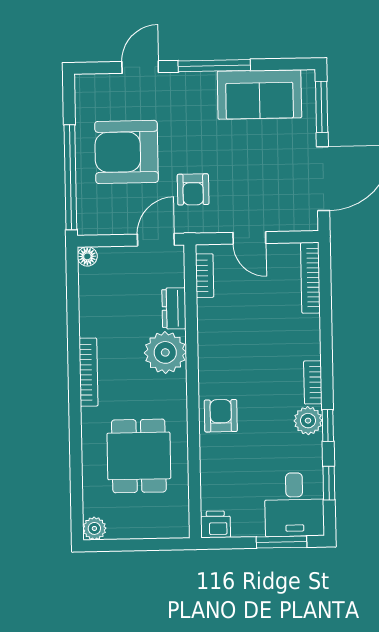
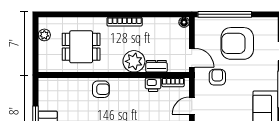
armchair: (126, 152) -> (237, 43), turned -90
armchair: (193, 189) -> (217, 77), turned 90
printer: (215, 524) -> (153, 85), moved, turned 90
plant: (94, 528) -> (44, 35), moved

